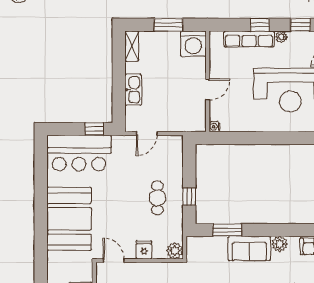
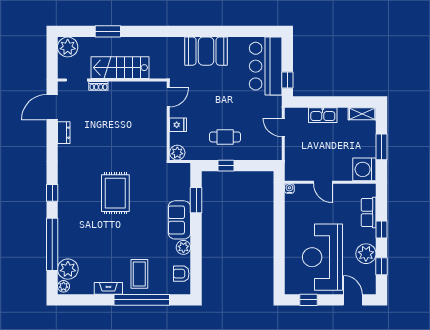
plant: (281, 37) -> (366, 254), width x1.88, depth x1.88
row of seats: (249, 39) -> (369, 212), width x0.68
booth: (69, 219) -> (206, 51), width x0.73, depth x0.70

